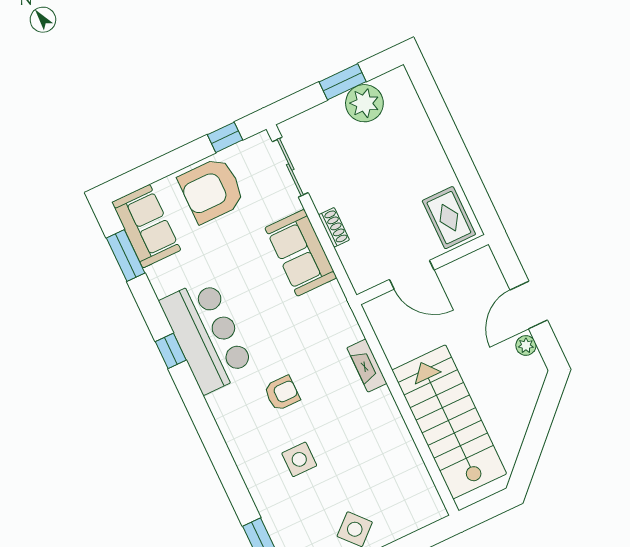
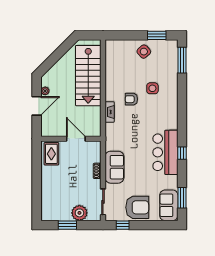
plant: (364, 103) -> (79, 213), moved
armchair: (282, 393) -> (131, 99), moved

